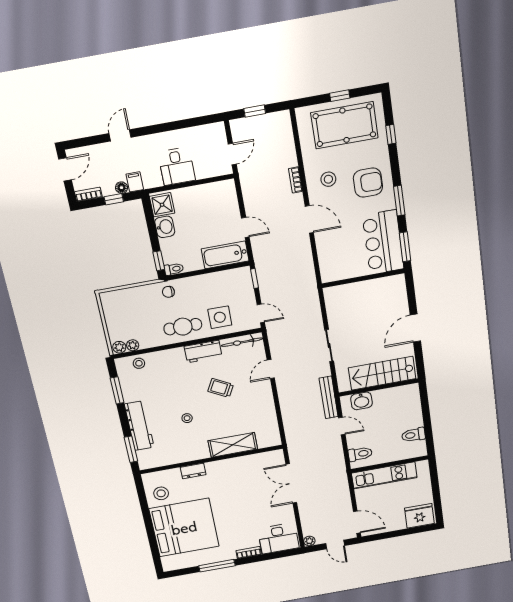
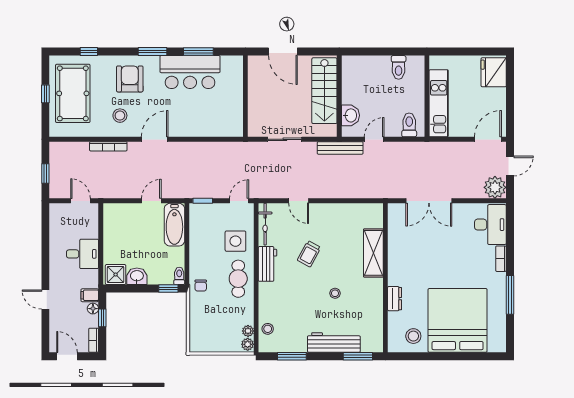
bookcase: (295, 180) -> (108, 146), width x1.56
wall: (363, 278) -> (245, 96), moved
plant: (309, 541) -> (495, 187), width x1.88, depth x1.88

